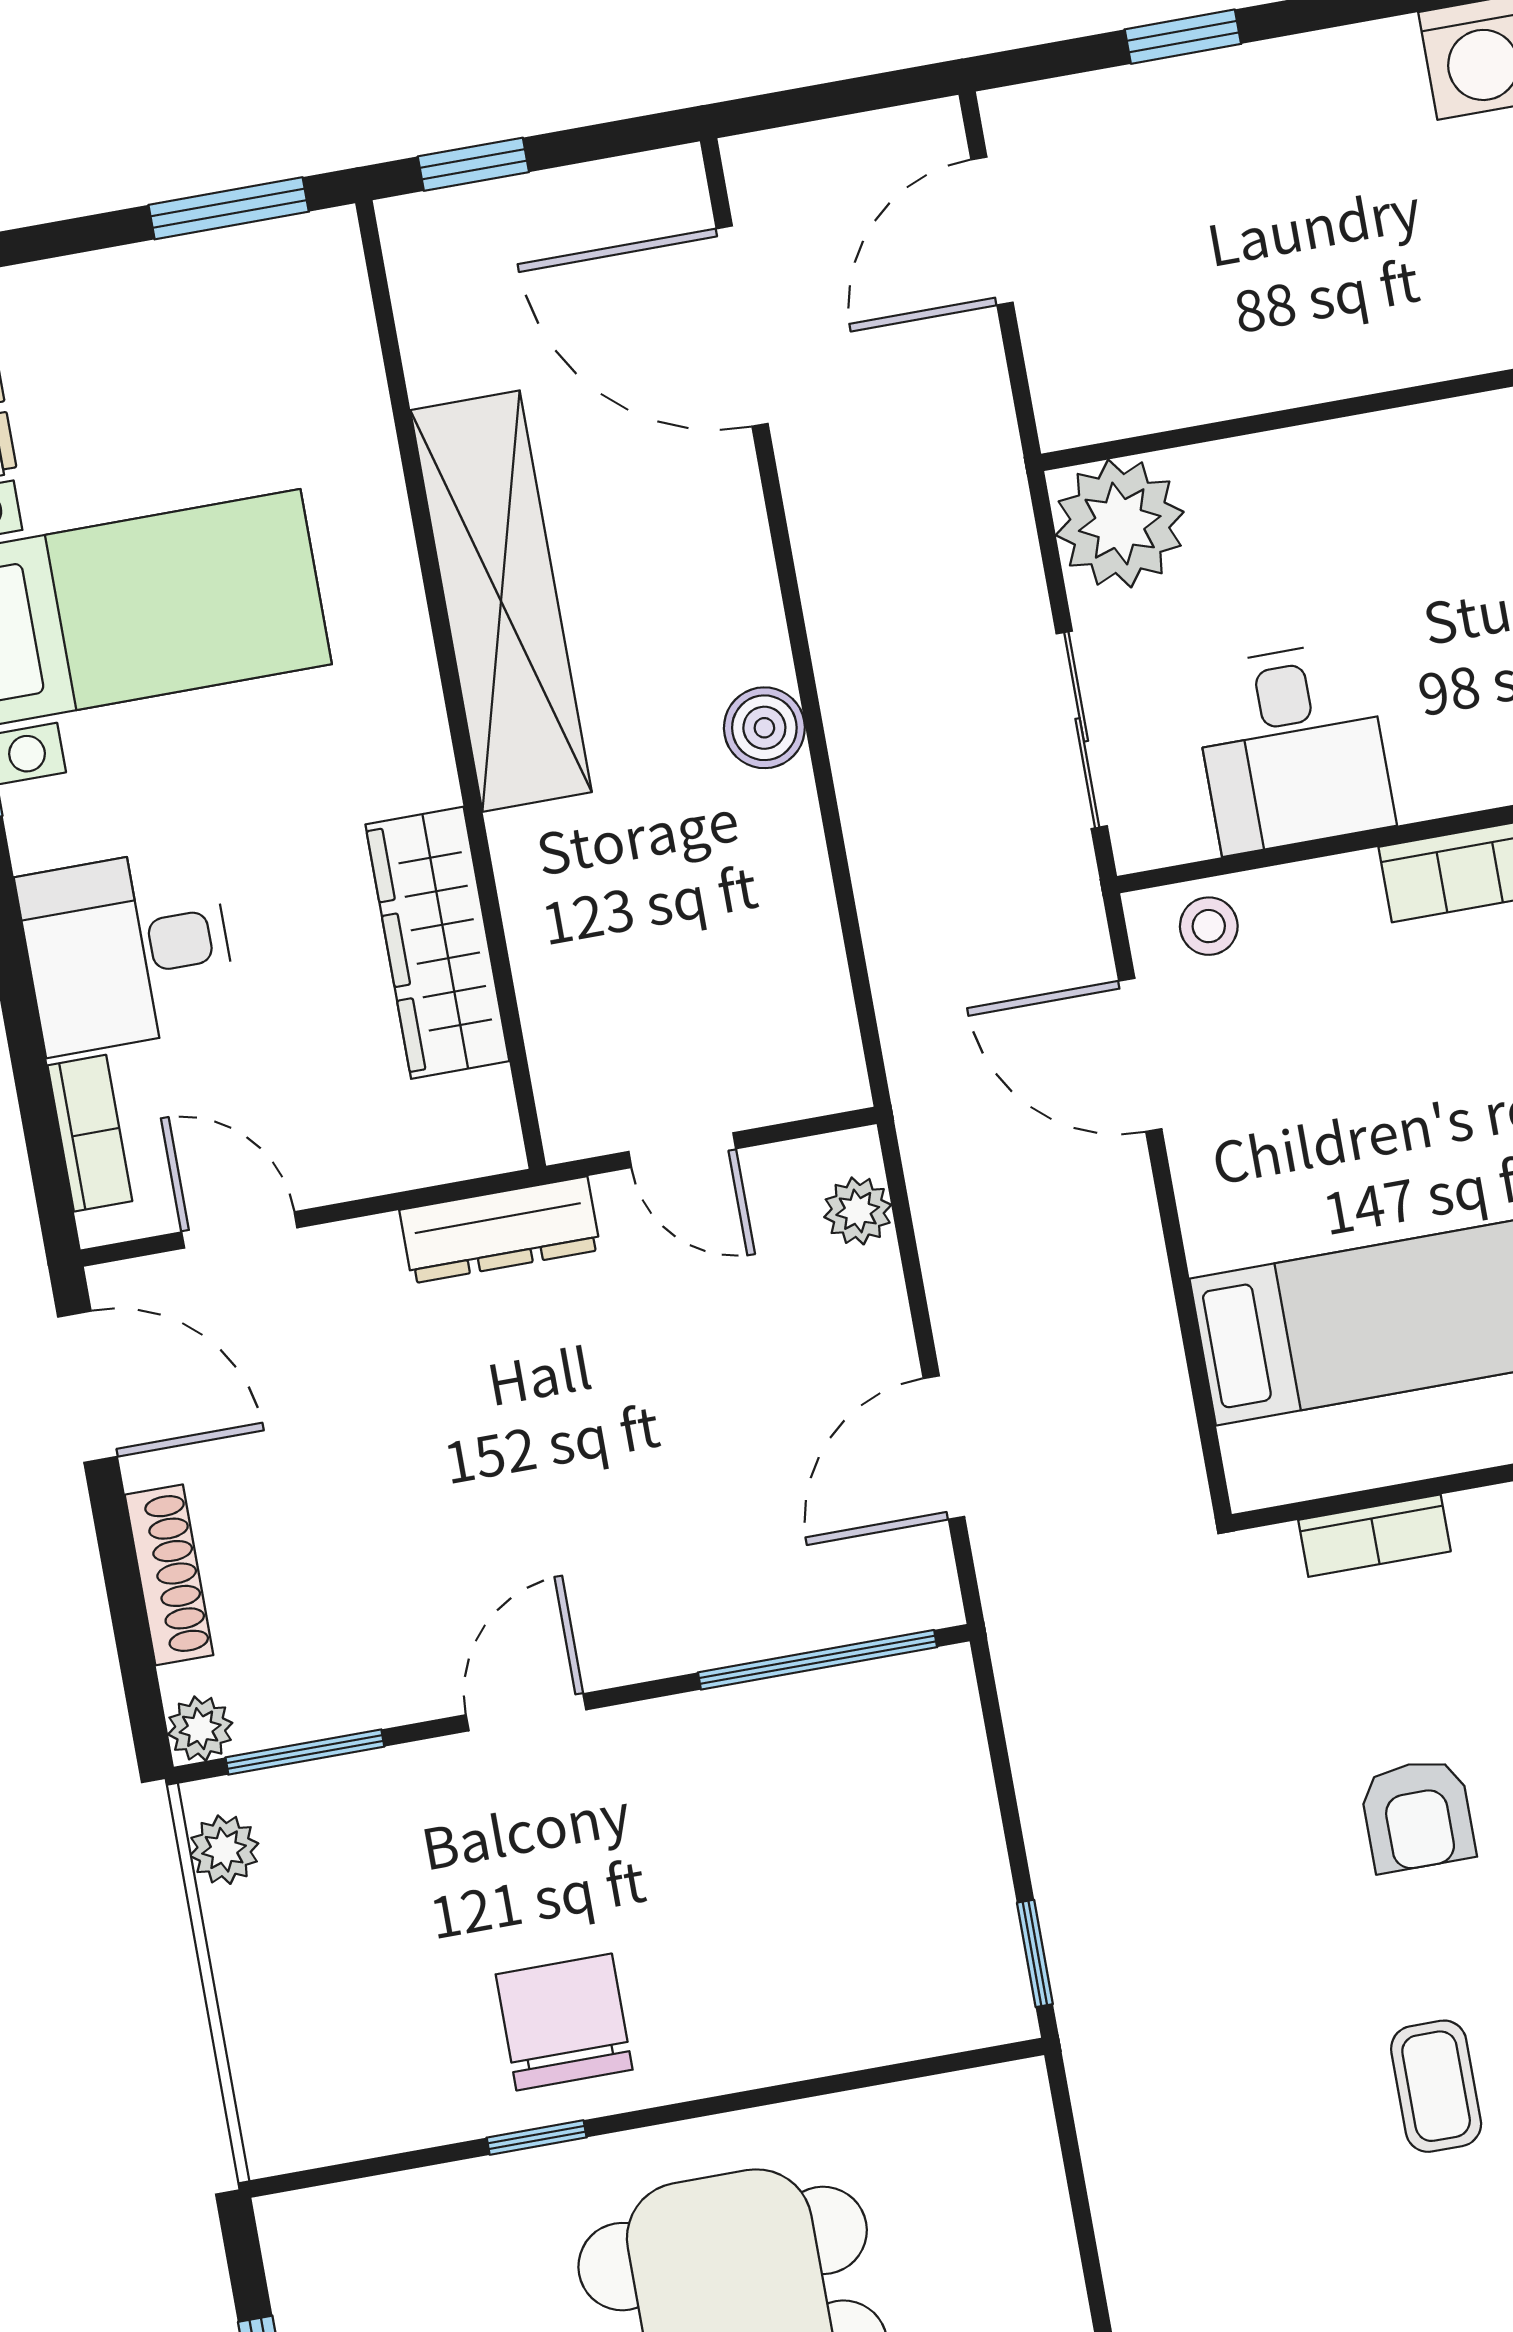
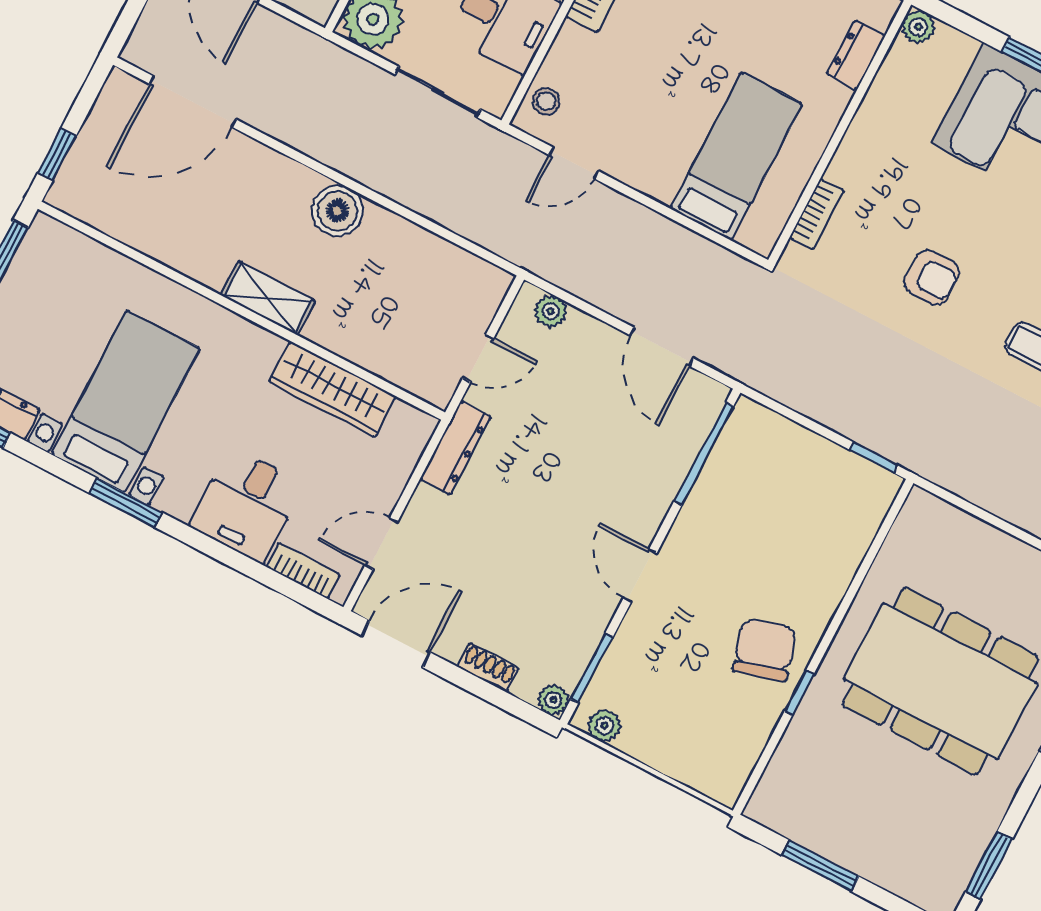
shelving: (501, 601) -> (268, 298), width x0.45, depth x0.75
boiler: (764, 728) -> (337, 211), width x1.36, depth x1.36
door: (1140, 1055) -> (574, 163), width x0.73
shoe rack: (169, 1575) -> (488, 667), width x0.70
chair: (564, 2022) -> (765, 650), turned 74

